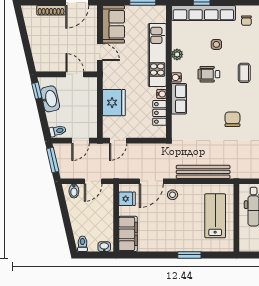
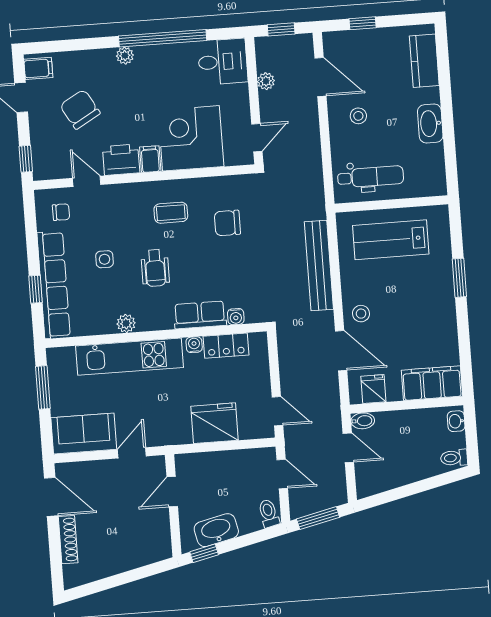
coffee table: (244, 73) -> (171, 213), moved
water cooler: (176, 77) -> (236, 317), moved
bidet: (74, 191) -> (363, 421), moved

